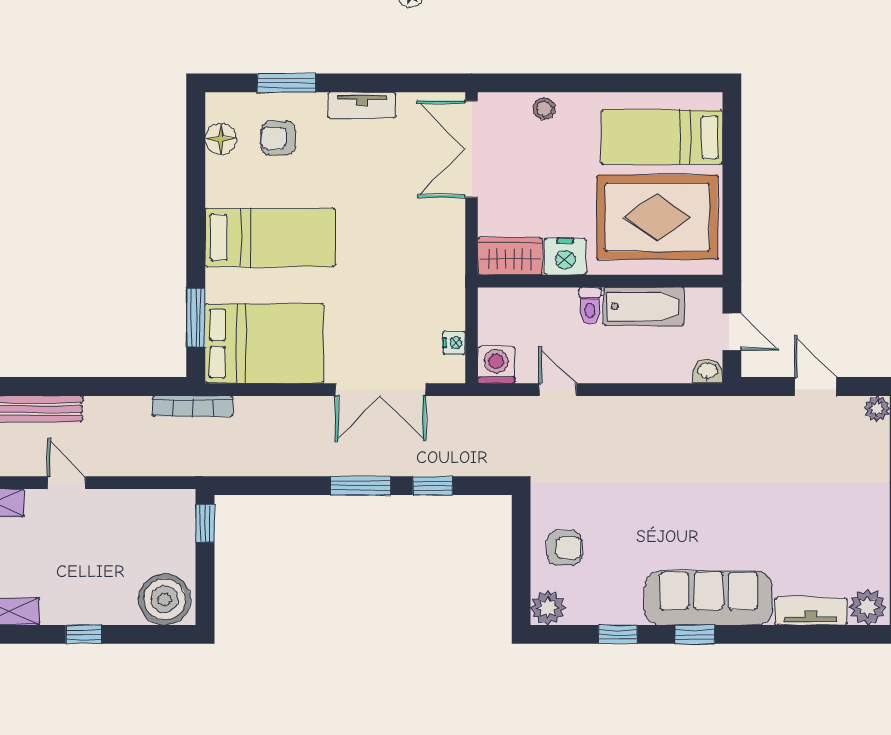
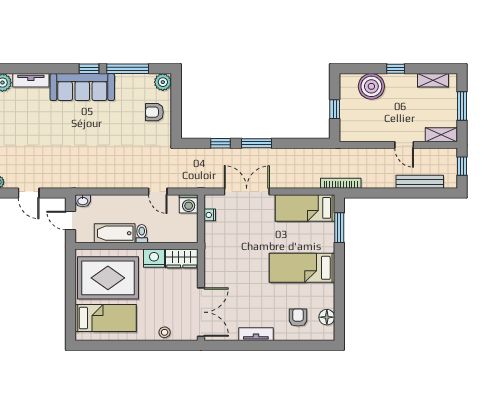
window: (286, 83) -> (294, 345), removed
armchair: (278, 138) -> (298, 318), turned -90
bed: (264, 344) -> (305, 208), width x0.67
window: (205, 523) -> (335, 109), moved
boiler: (165, 599) -> (371, 86), moved
window: (618, 634) -> (128, 69), width x2.17

